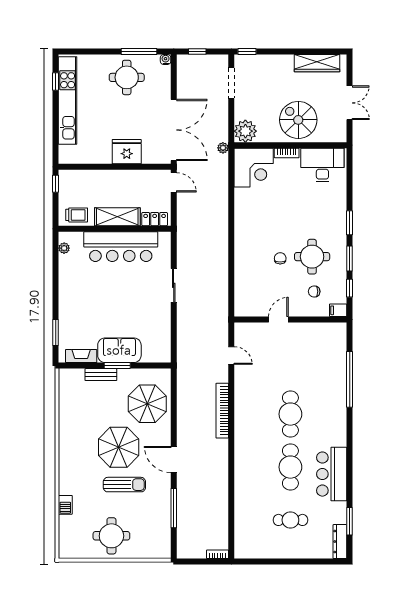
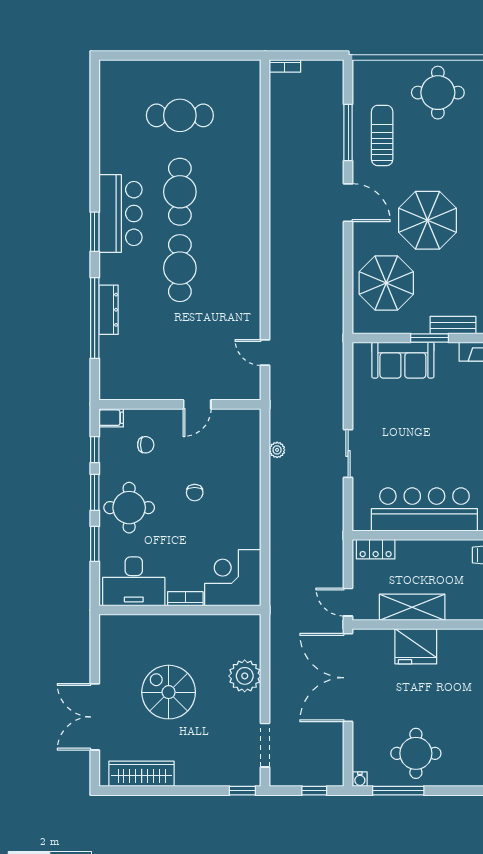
double door: (350, 103) -> (95, 717), width x1.37
spiral stairs: (298, 120) -> (169, 692), turned 180
wall: (290, 145) -> (180, 610), moved
plant: (223, 148) -> (277, 450), moved
bookcase: (287, 153) -> (185, 599), moved
desk: (322, 165) -> (134, 581), moved
corner desk: (254, 168) -> (233, 578), moved
shelving: (117, 217) -> (412, 607), moved
round table: (312, 257) -> (129, 508), moved
sofa: (119, 350) -> (403, 360), moved
bookcase: (222, 411) -> (278, 273), removed
bar counter: (332, 474) -> (120, 214), moved
sun lounger: (124, 485) -> (382, 135), moved, turned 90
cafe table: (290, 520) -> (180, 115), width x1.37, depth x1.35
window: (350, 521) -> (95, 232), moved
dresser: (340, 542) -> (109, 310), moved

